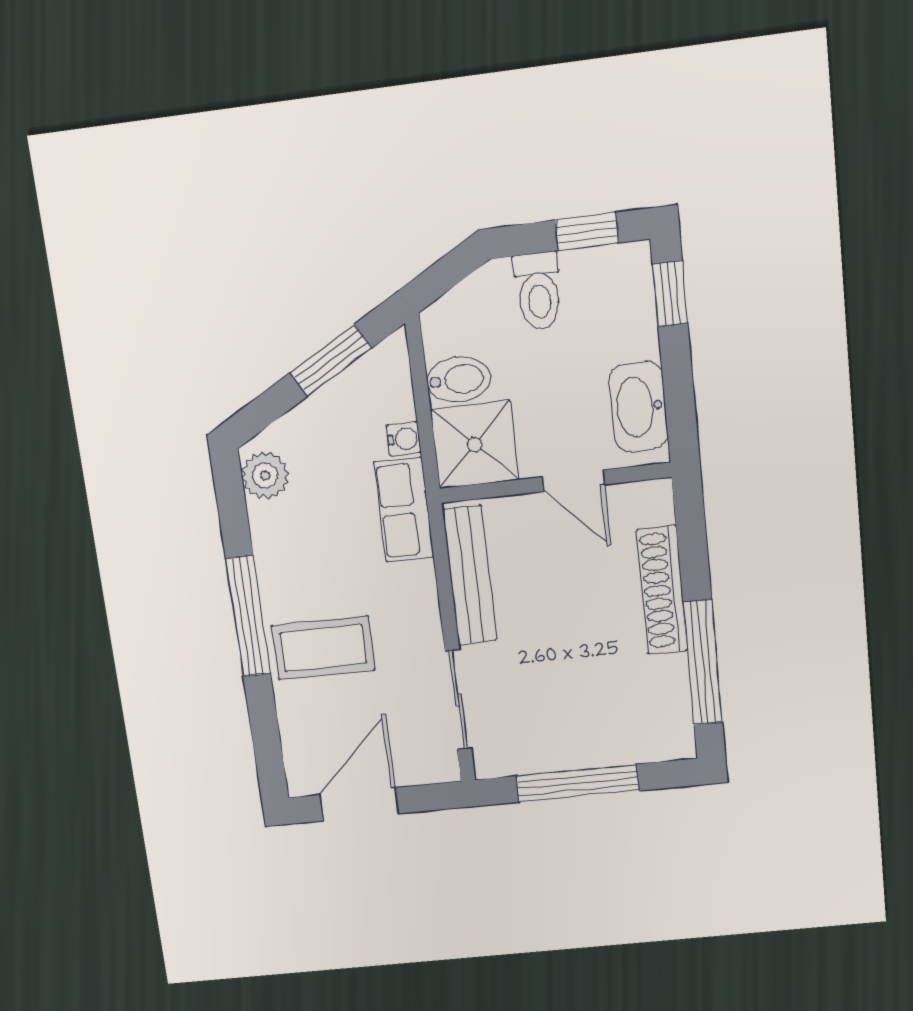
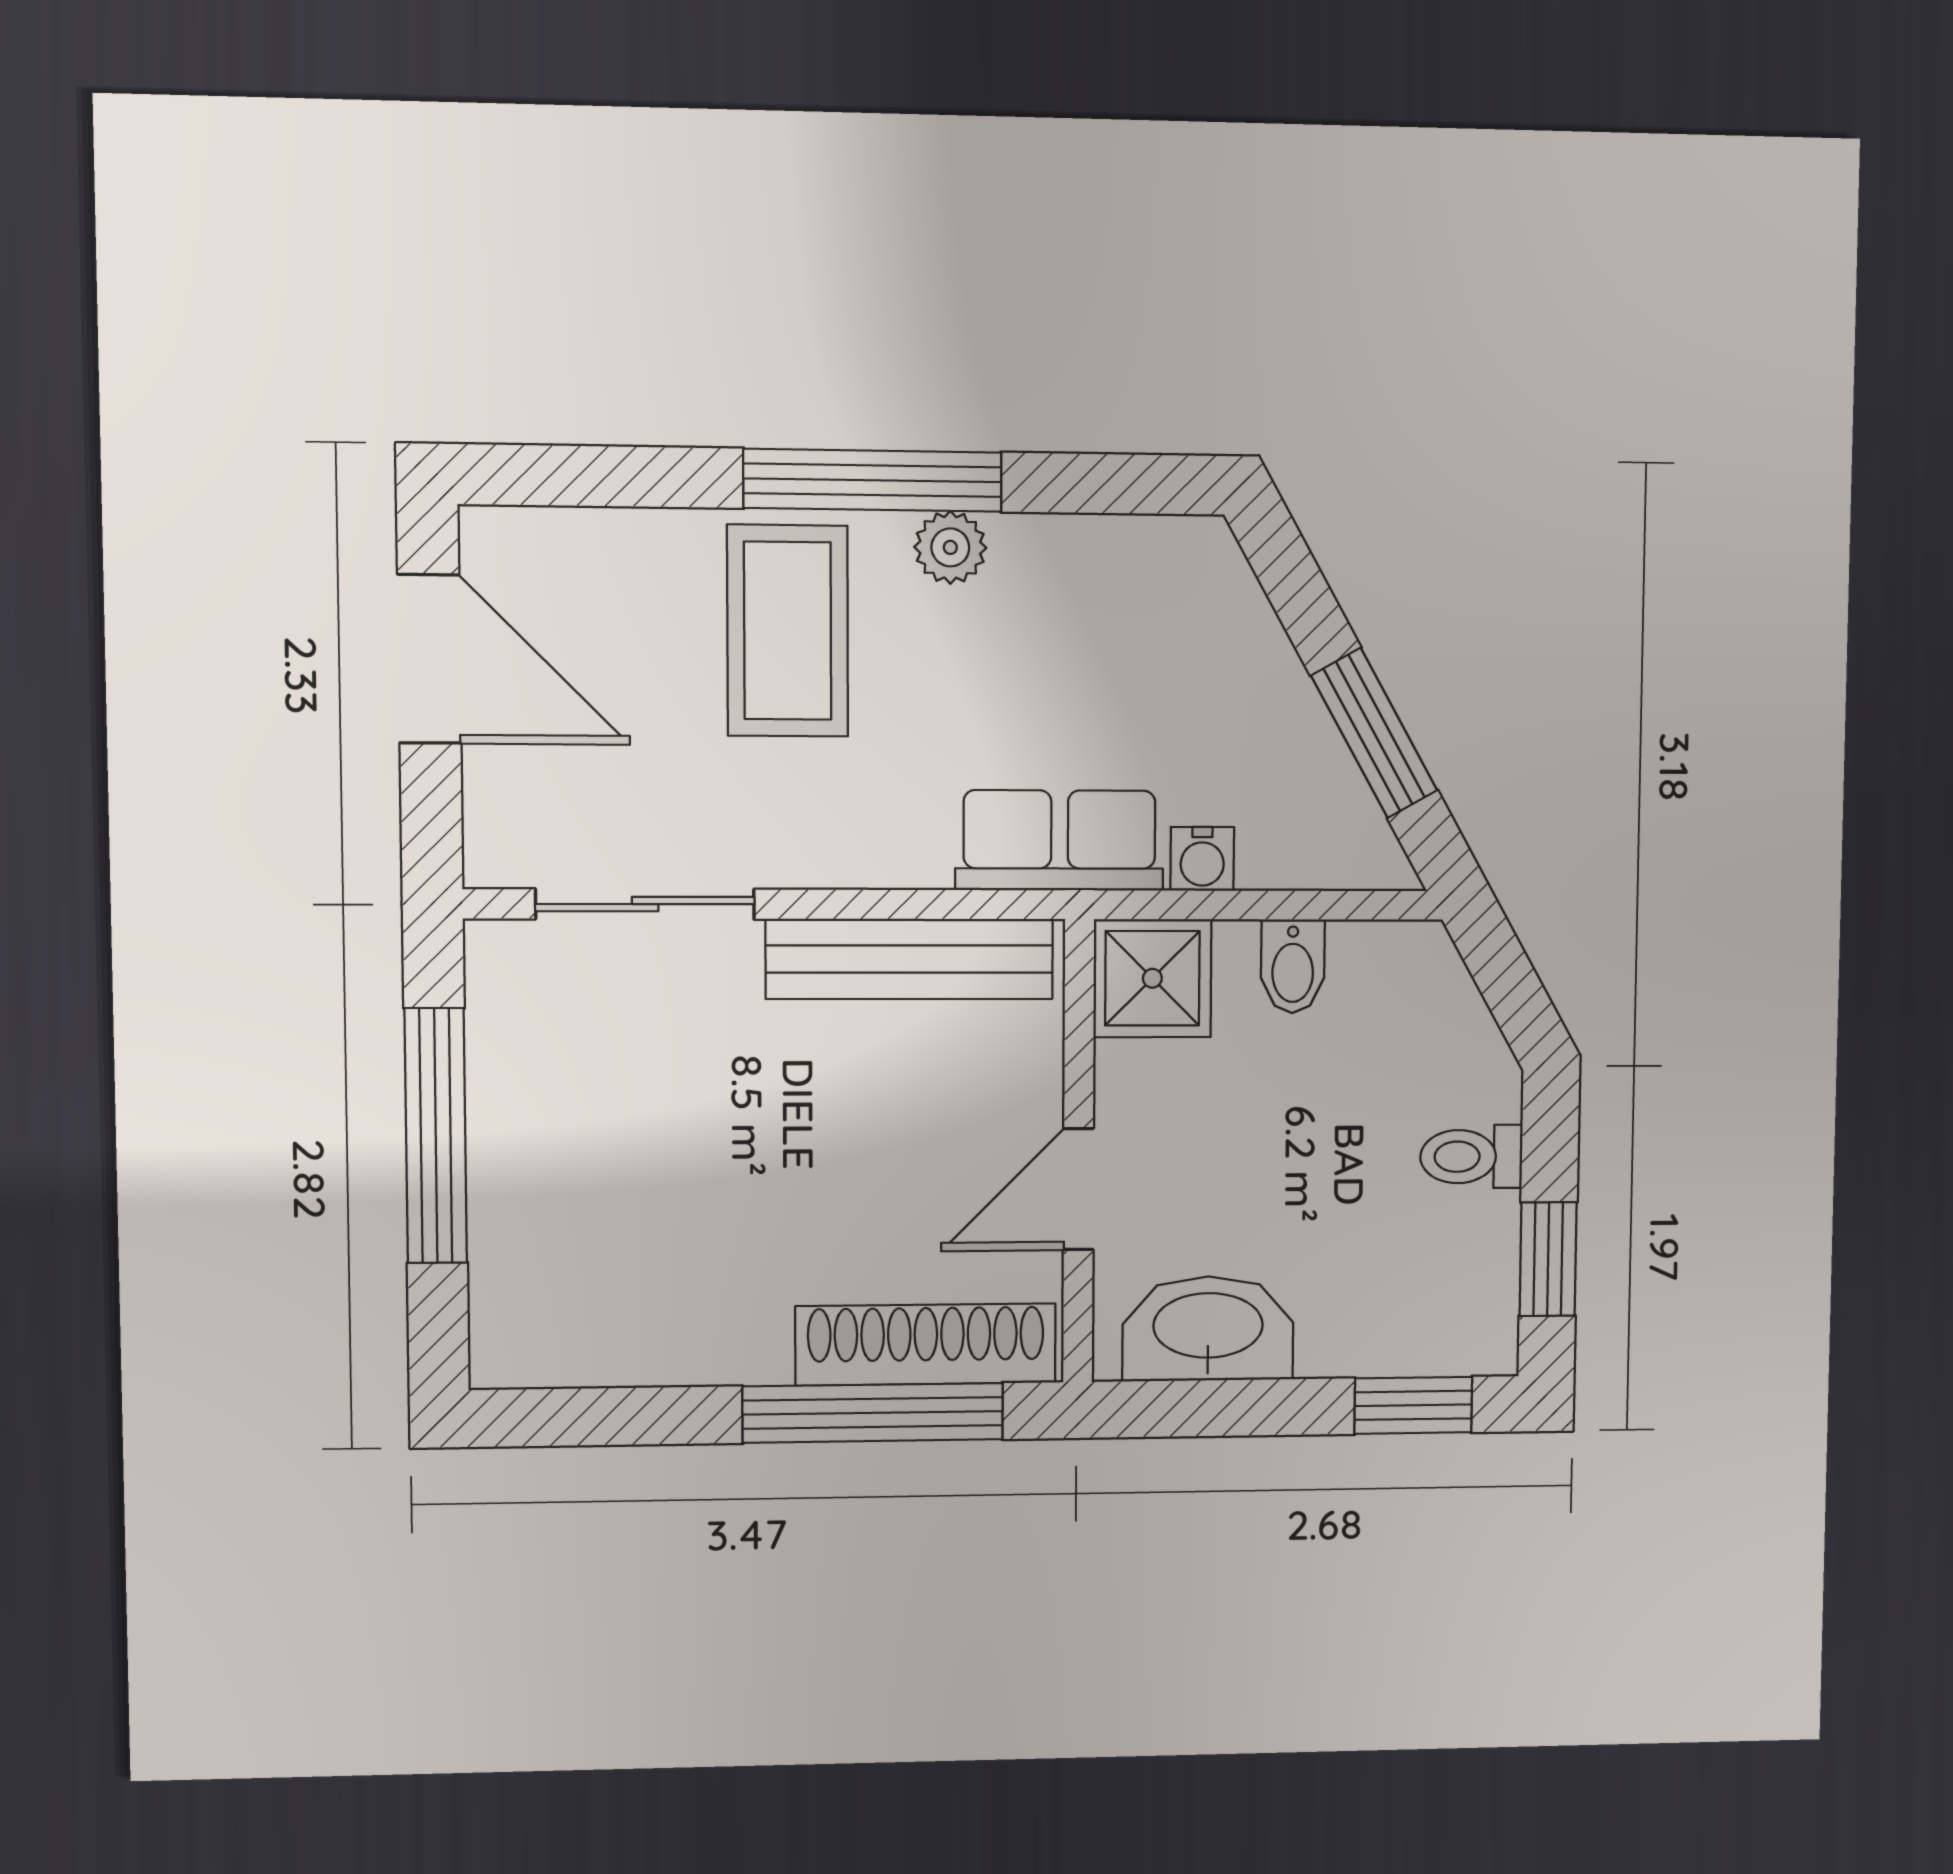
toilet: (539, 291) -> (1471, 1157), width x0.73, depth x0.72
bidet: (459, 380) -> (1293, 966), width x0.72, depth x0.74
shower: (475, 445) -> (1152, 978), width x0.73, depth x0.73
plant: (265, 476) -> (950, 547), moved, width x0.73, depth x0.73
shoe rack: (662, 590) -> (926, 1344), moved
window: (703, 662) -> (873, 1413), moved

